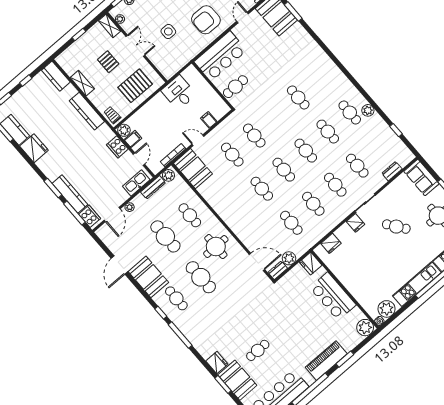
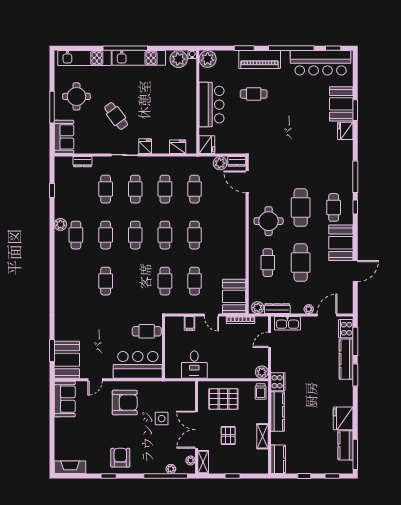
double door: (135, 46) -> (197, 430), width x1.37
filing cabinet: (133, 139) -> (261, 359), removed
cooker: (117, 147) -> (278, 382), moved
cafe table: (258, 350) -> (254, 94), moved

